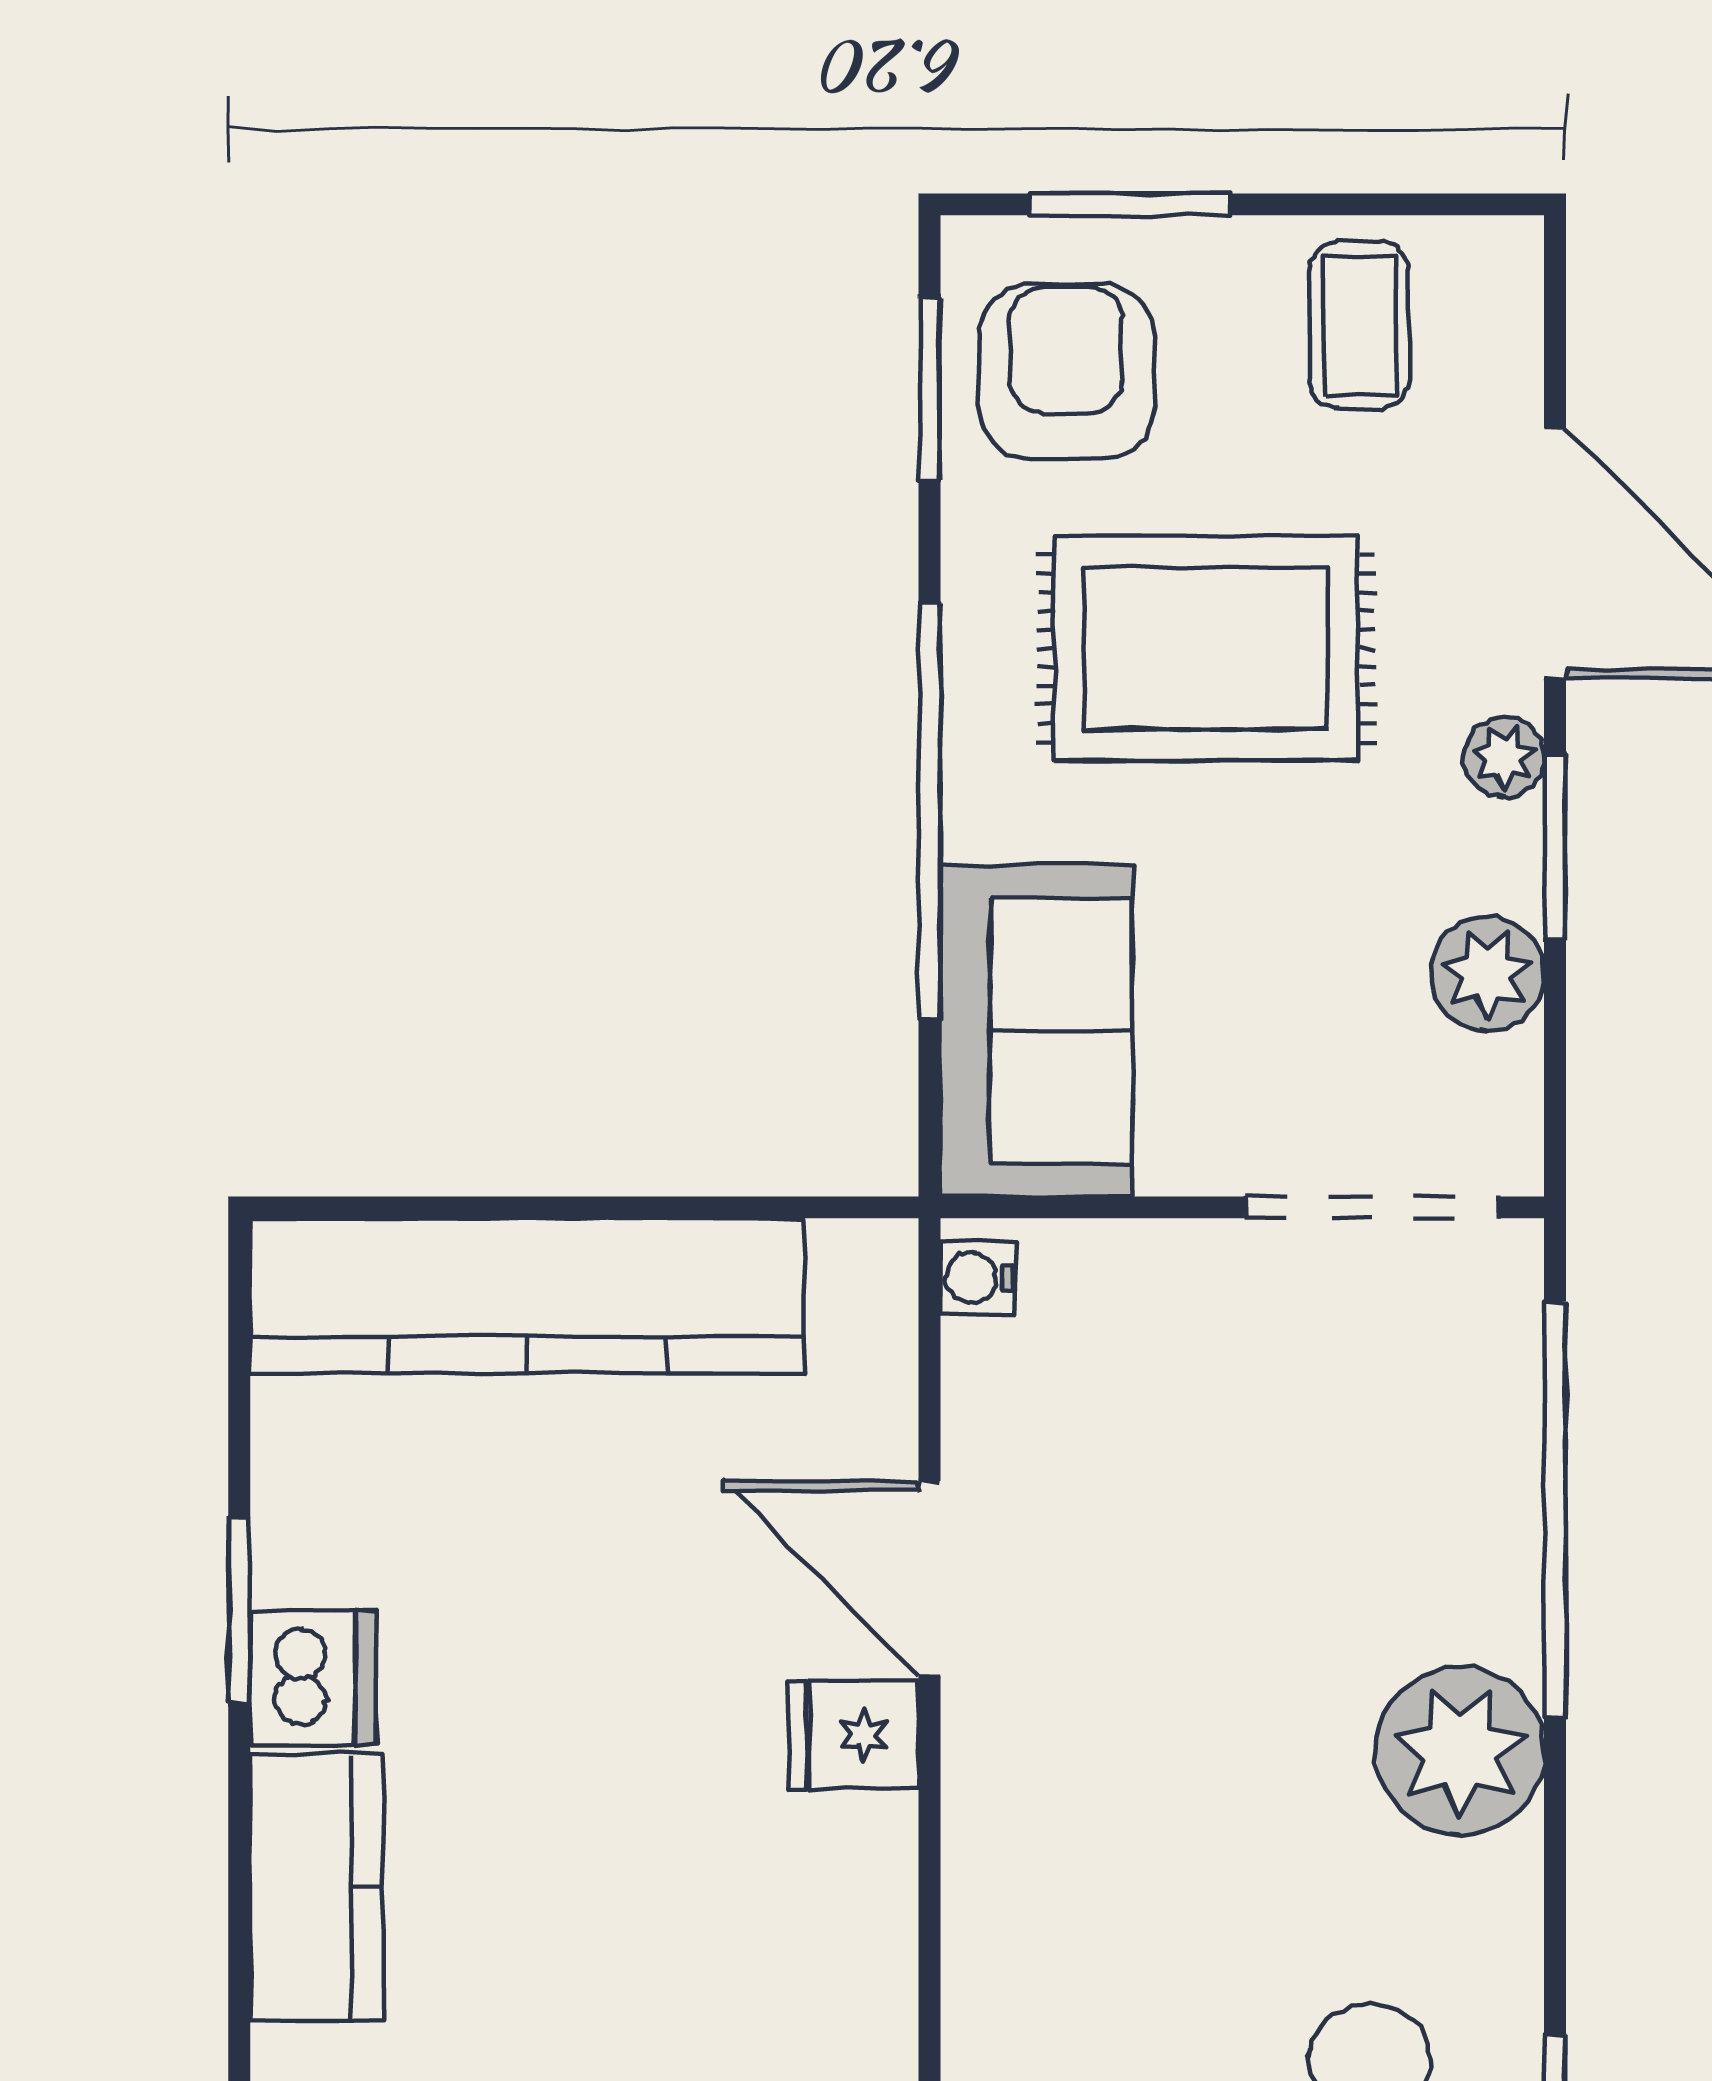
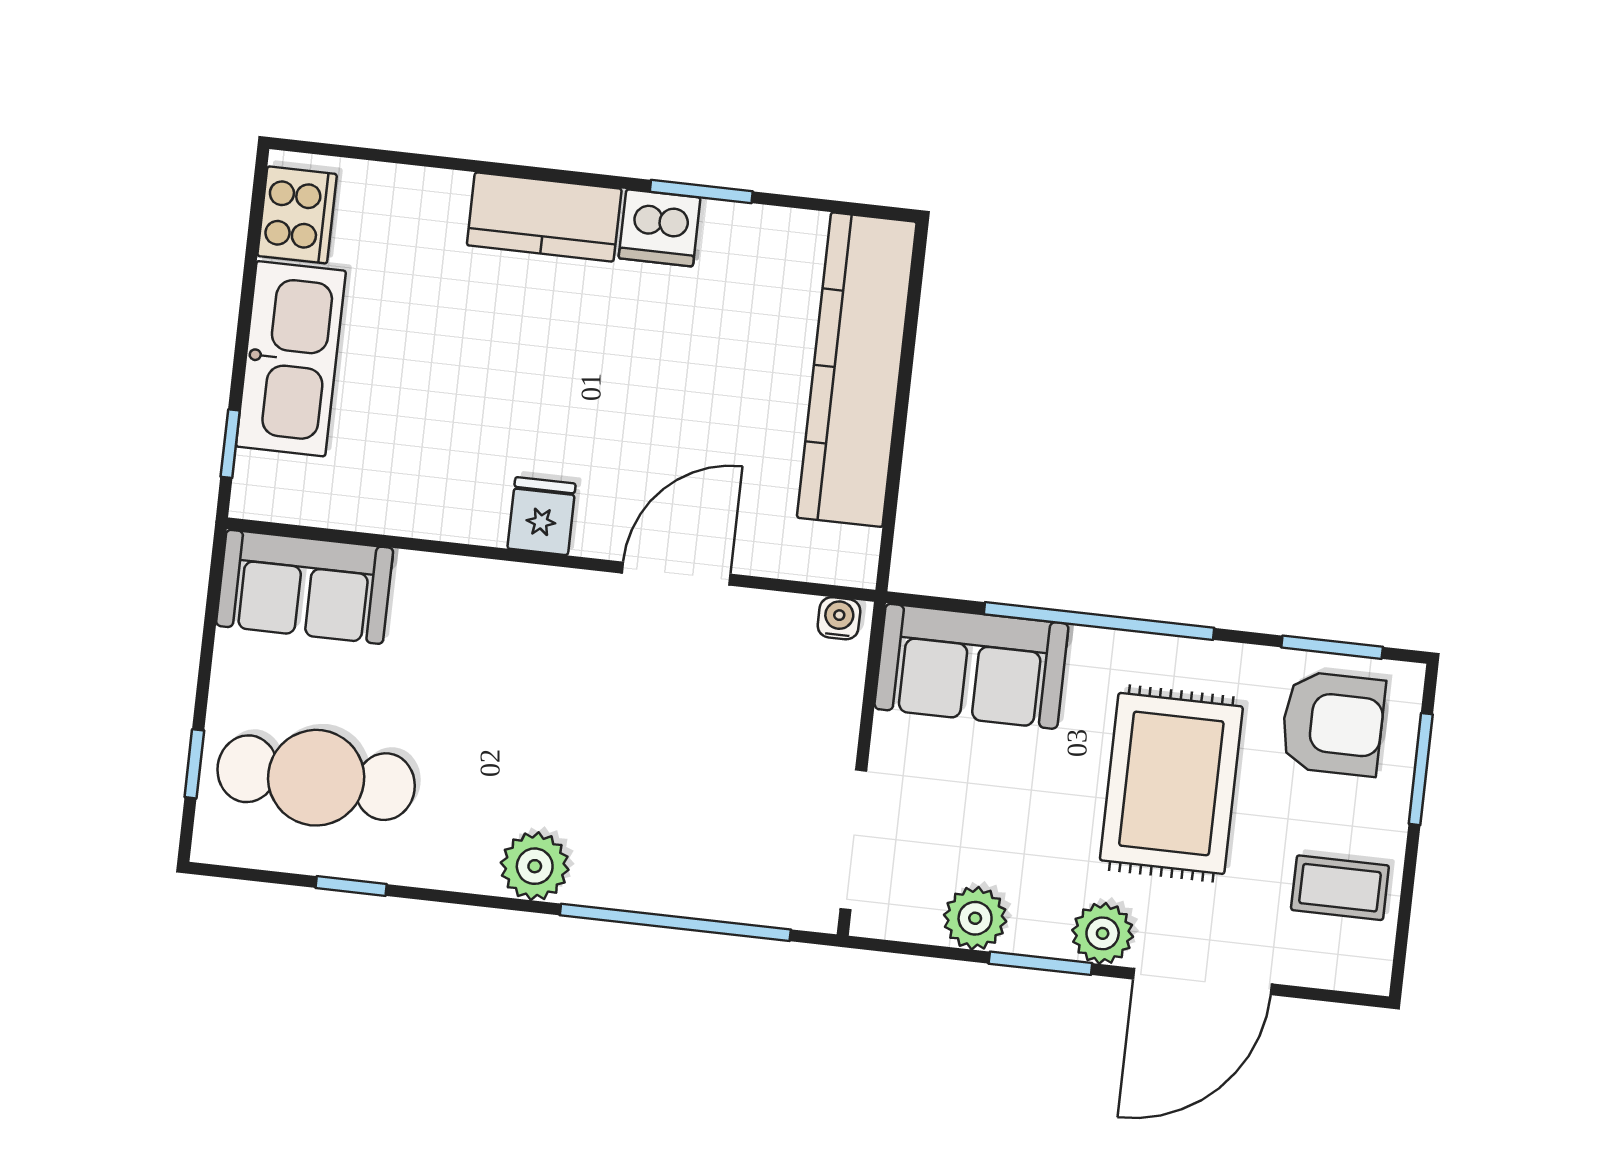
plant: (1504, 757) -> (1103, 933), width x1.38, depth x1.38
fridge: (853, 1734) -> (542, 516), moved
plant: (1460, 1751) -> (535, 866), width x0.73, depth x0.73

